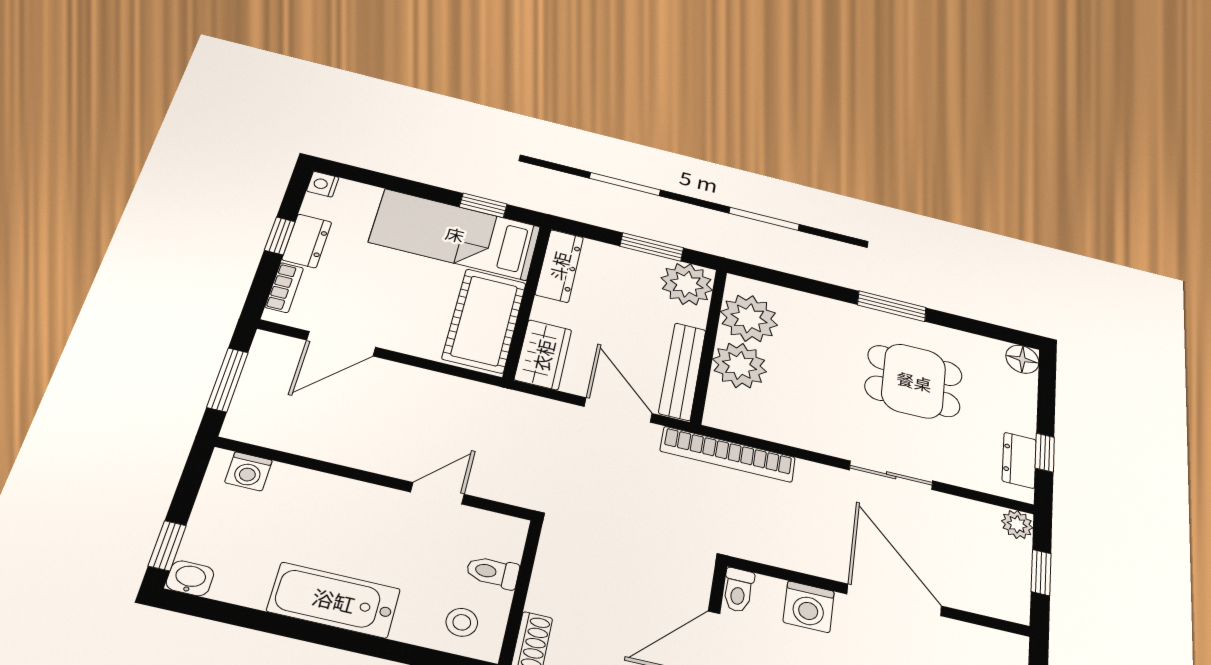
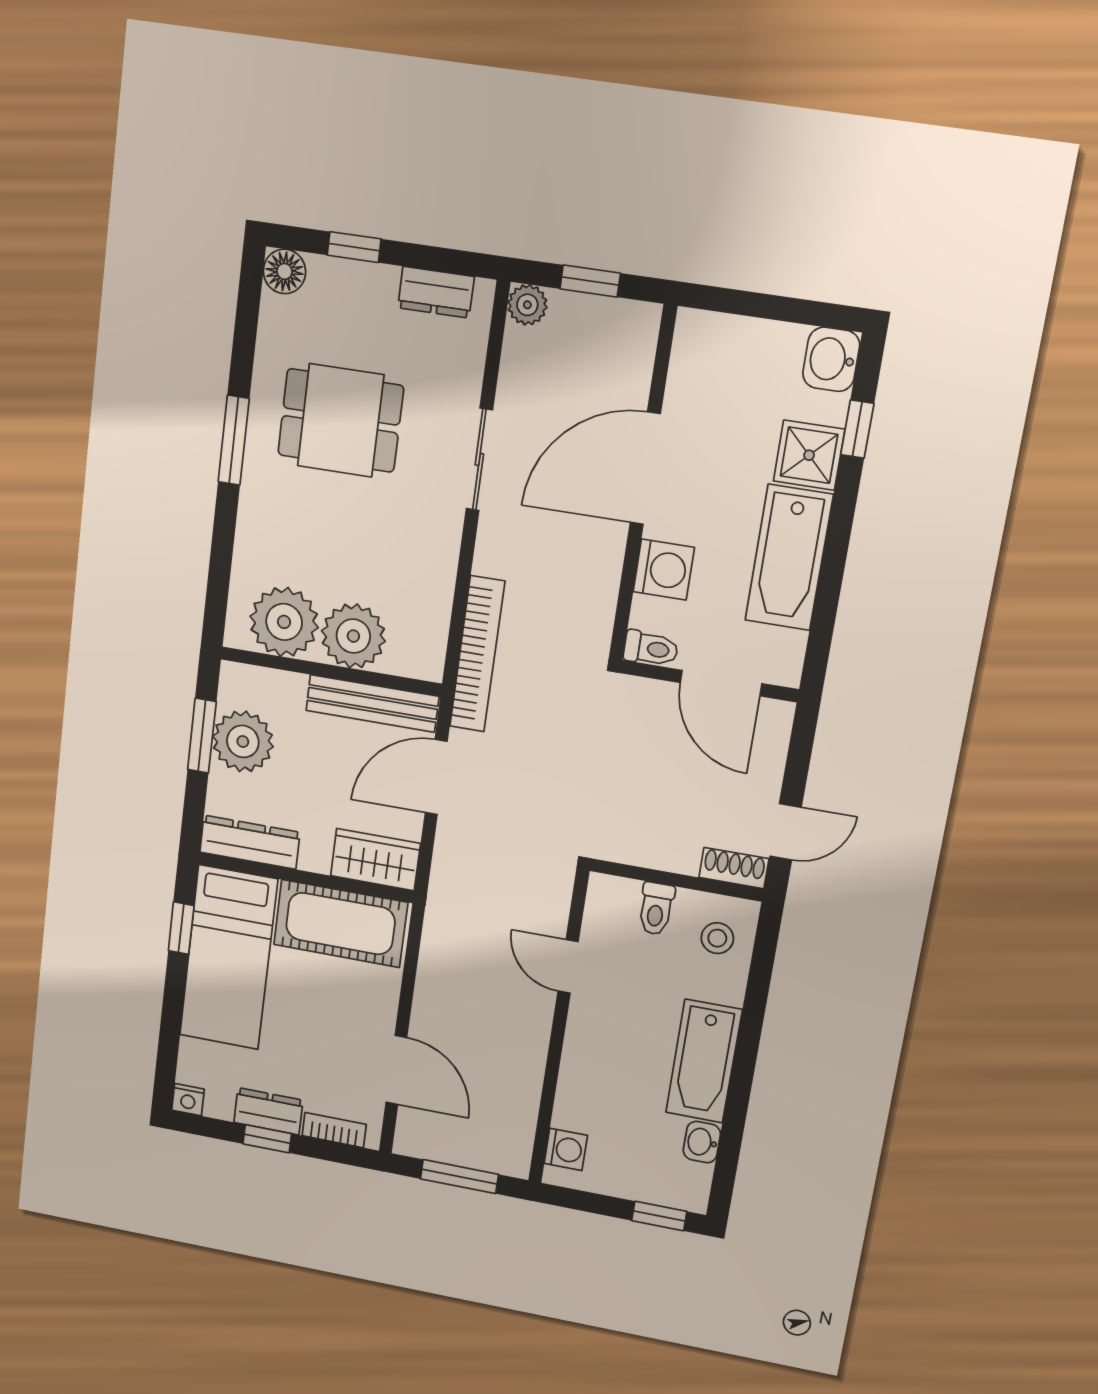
plant: (687, 284) -> (243, 741), moved
dining table: (914, 381) -> (341, 420), turned 90
window: (1045, 453) -> (354, 247), moved
washbasin: (190, 578) -> (702, 1142), moved

